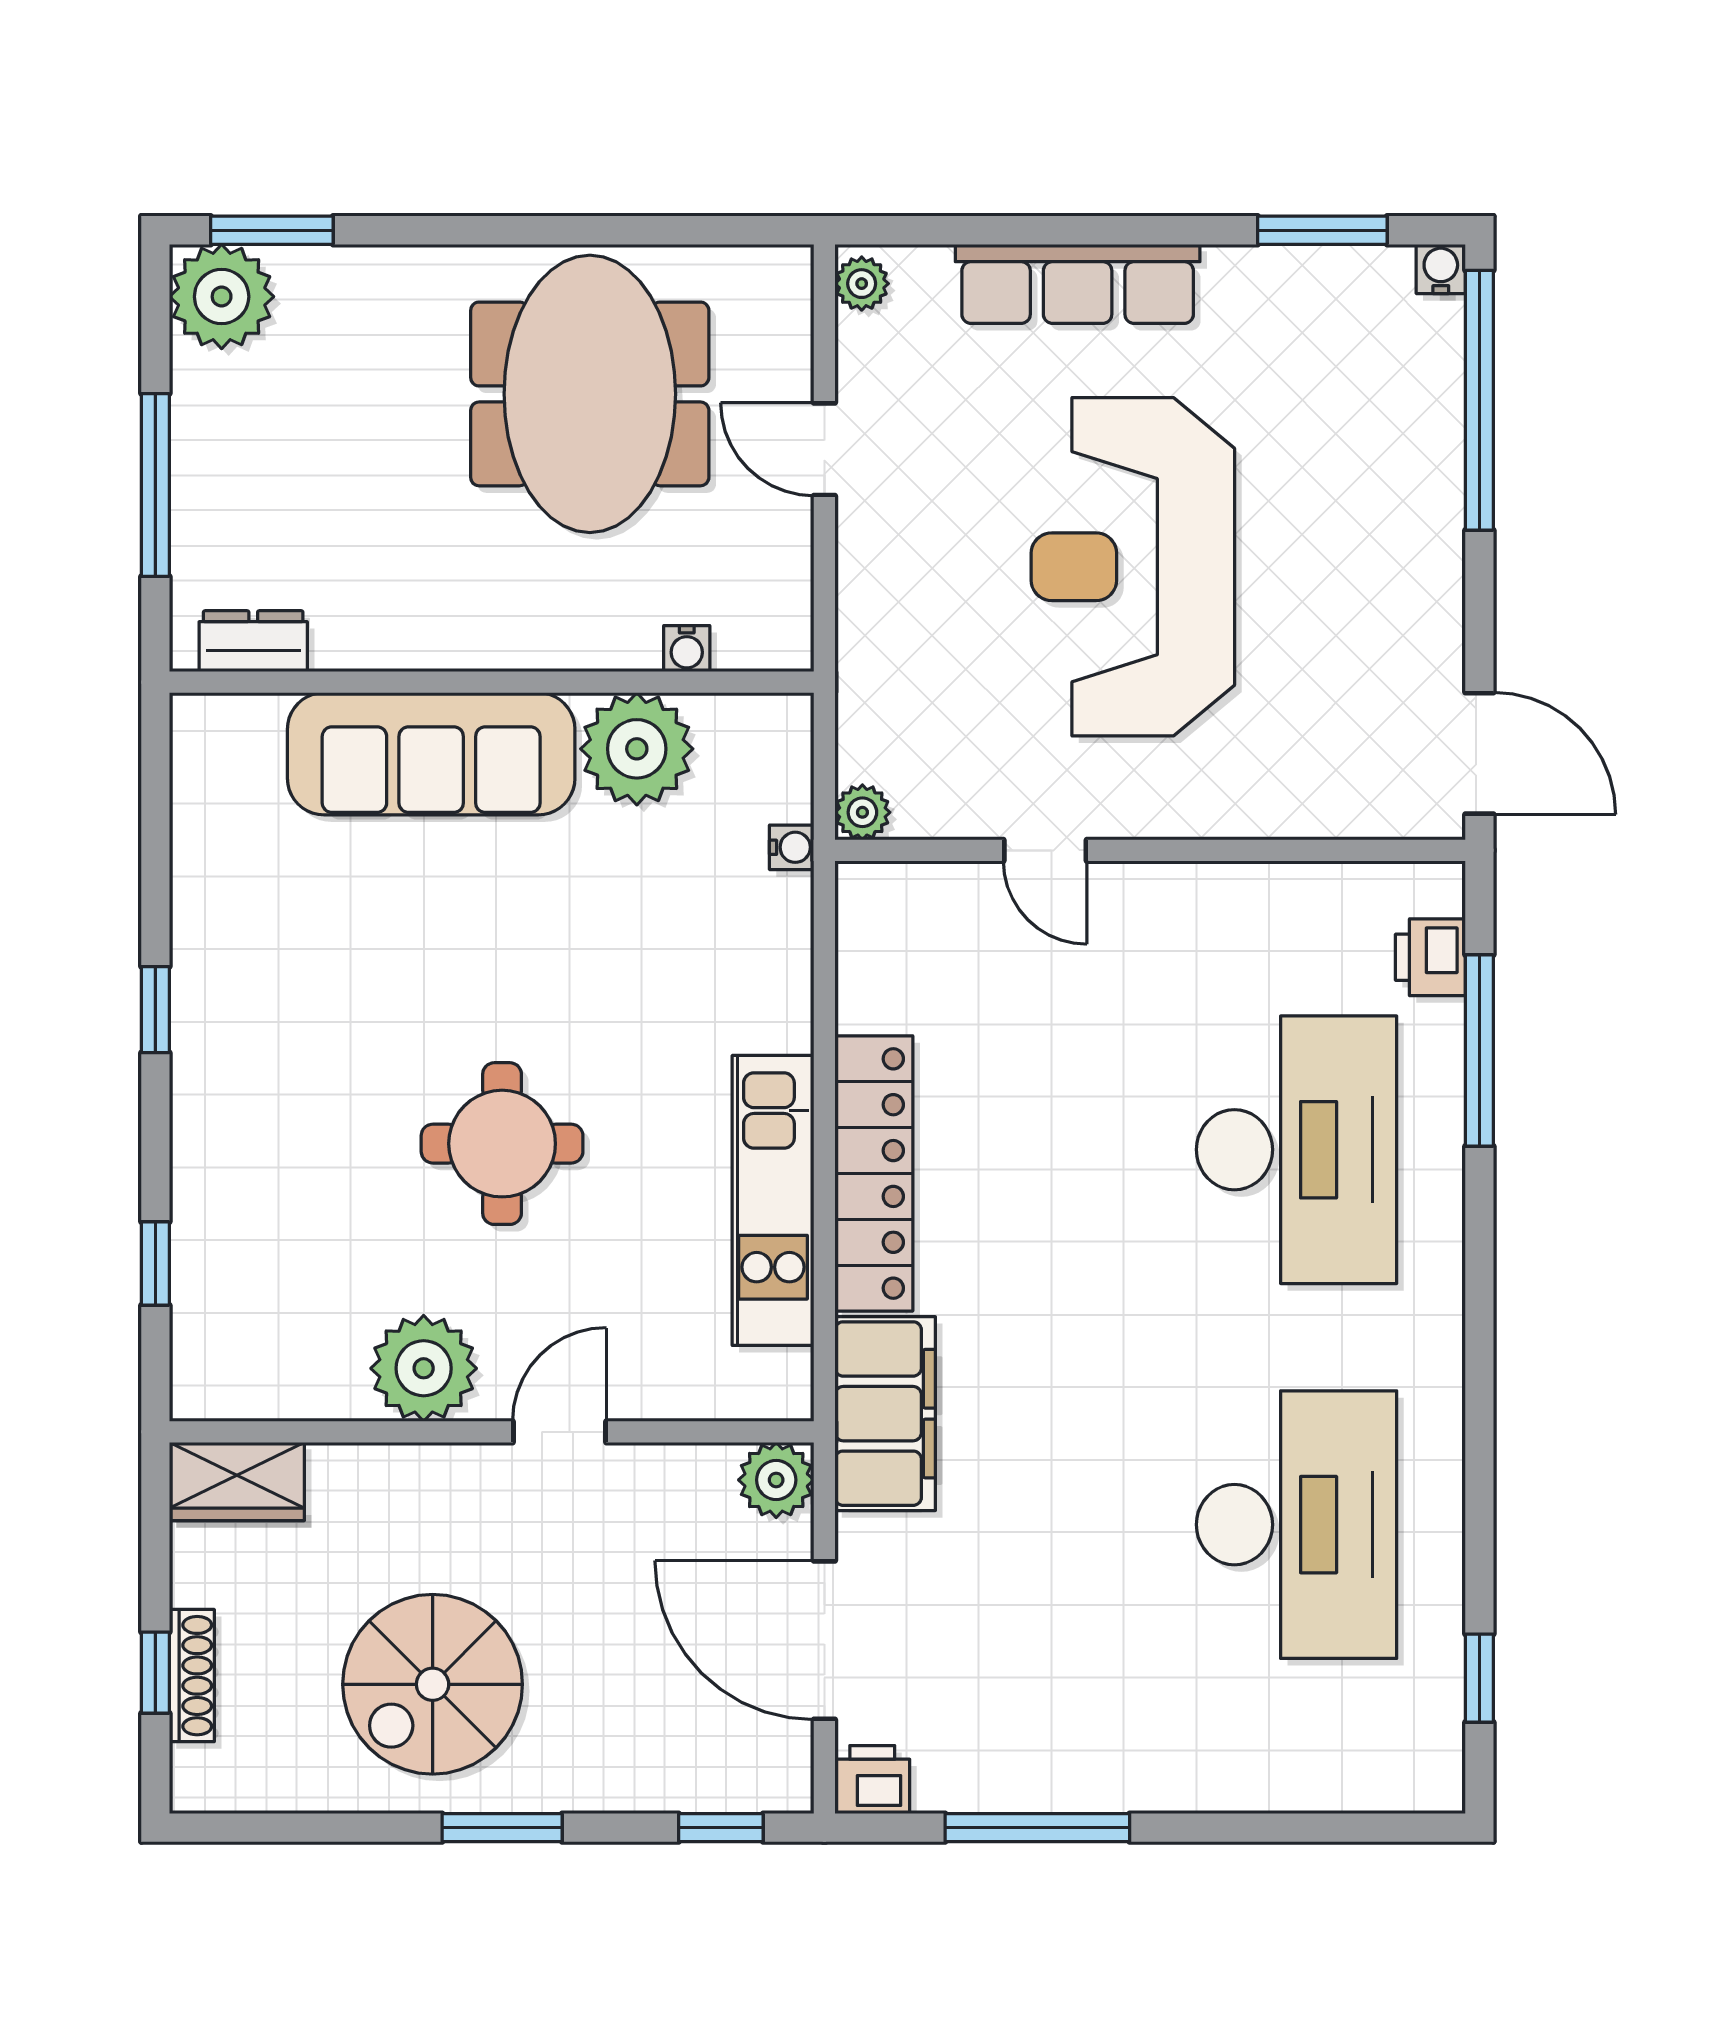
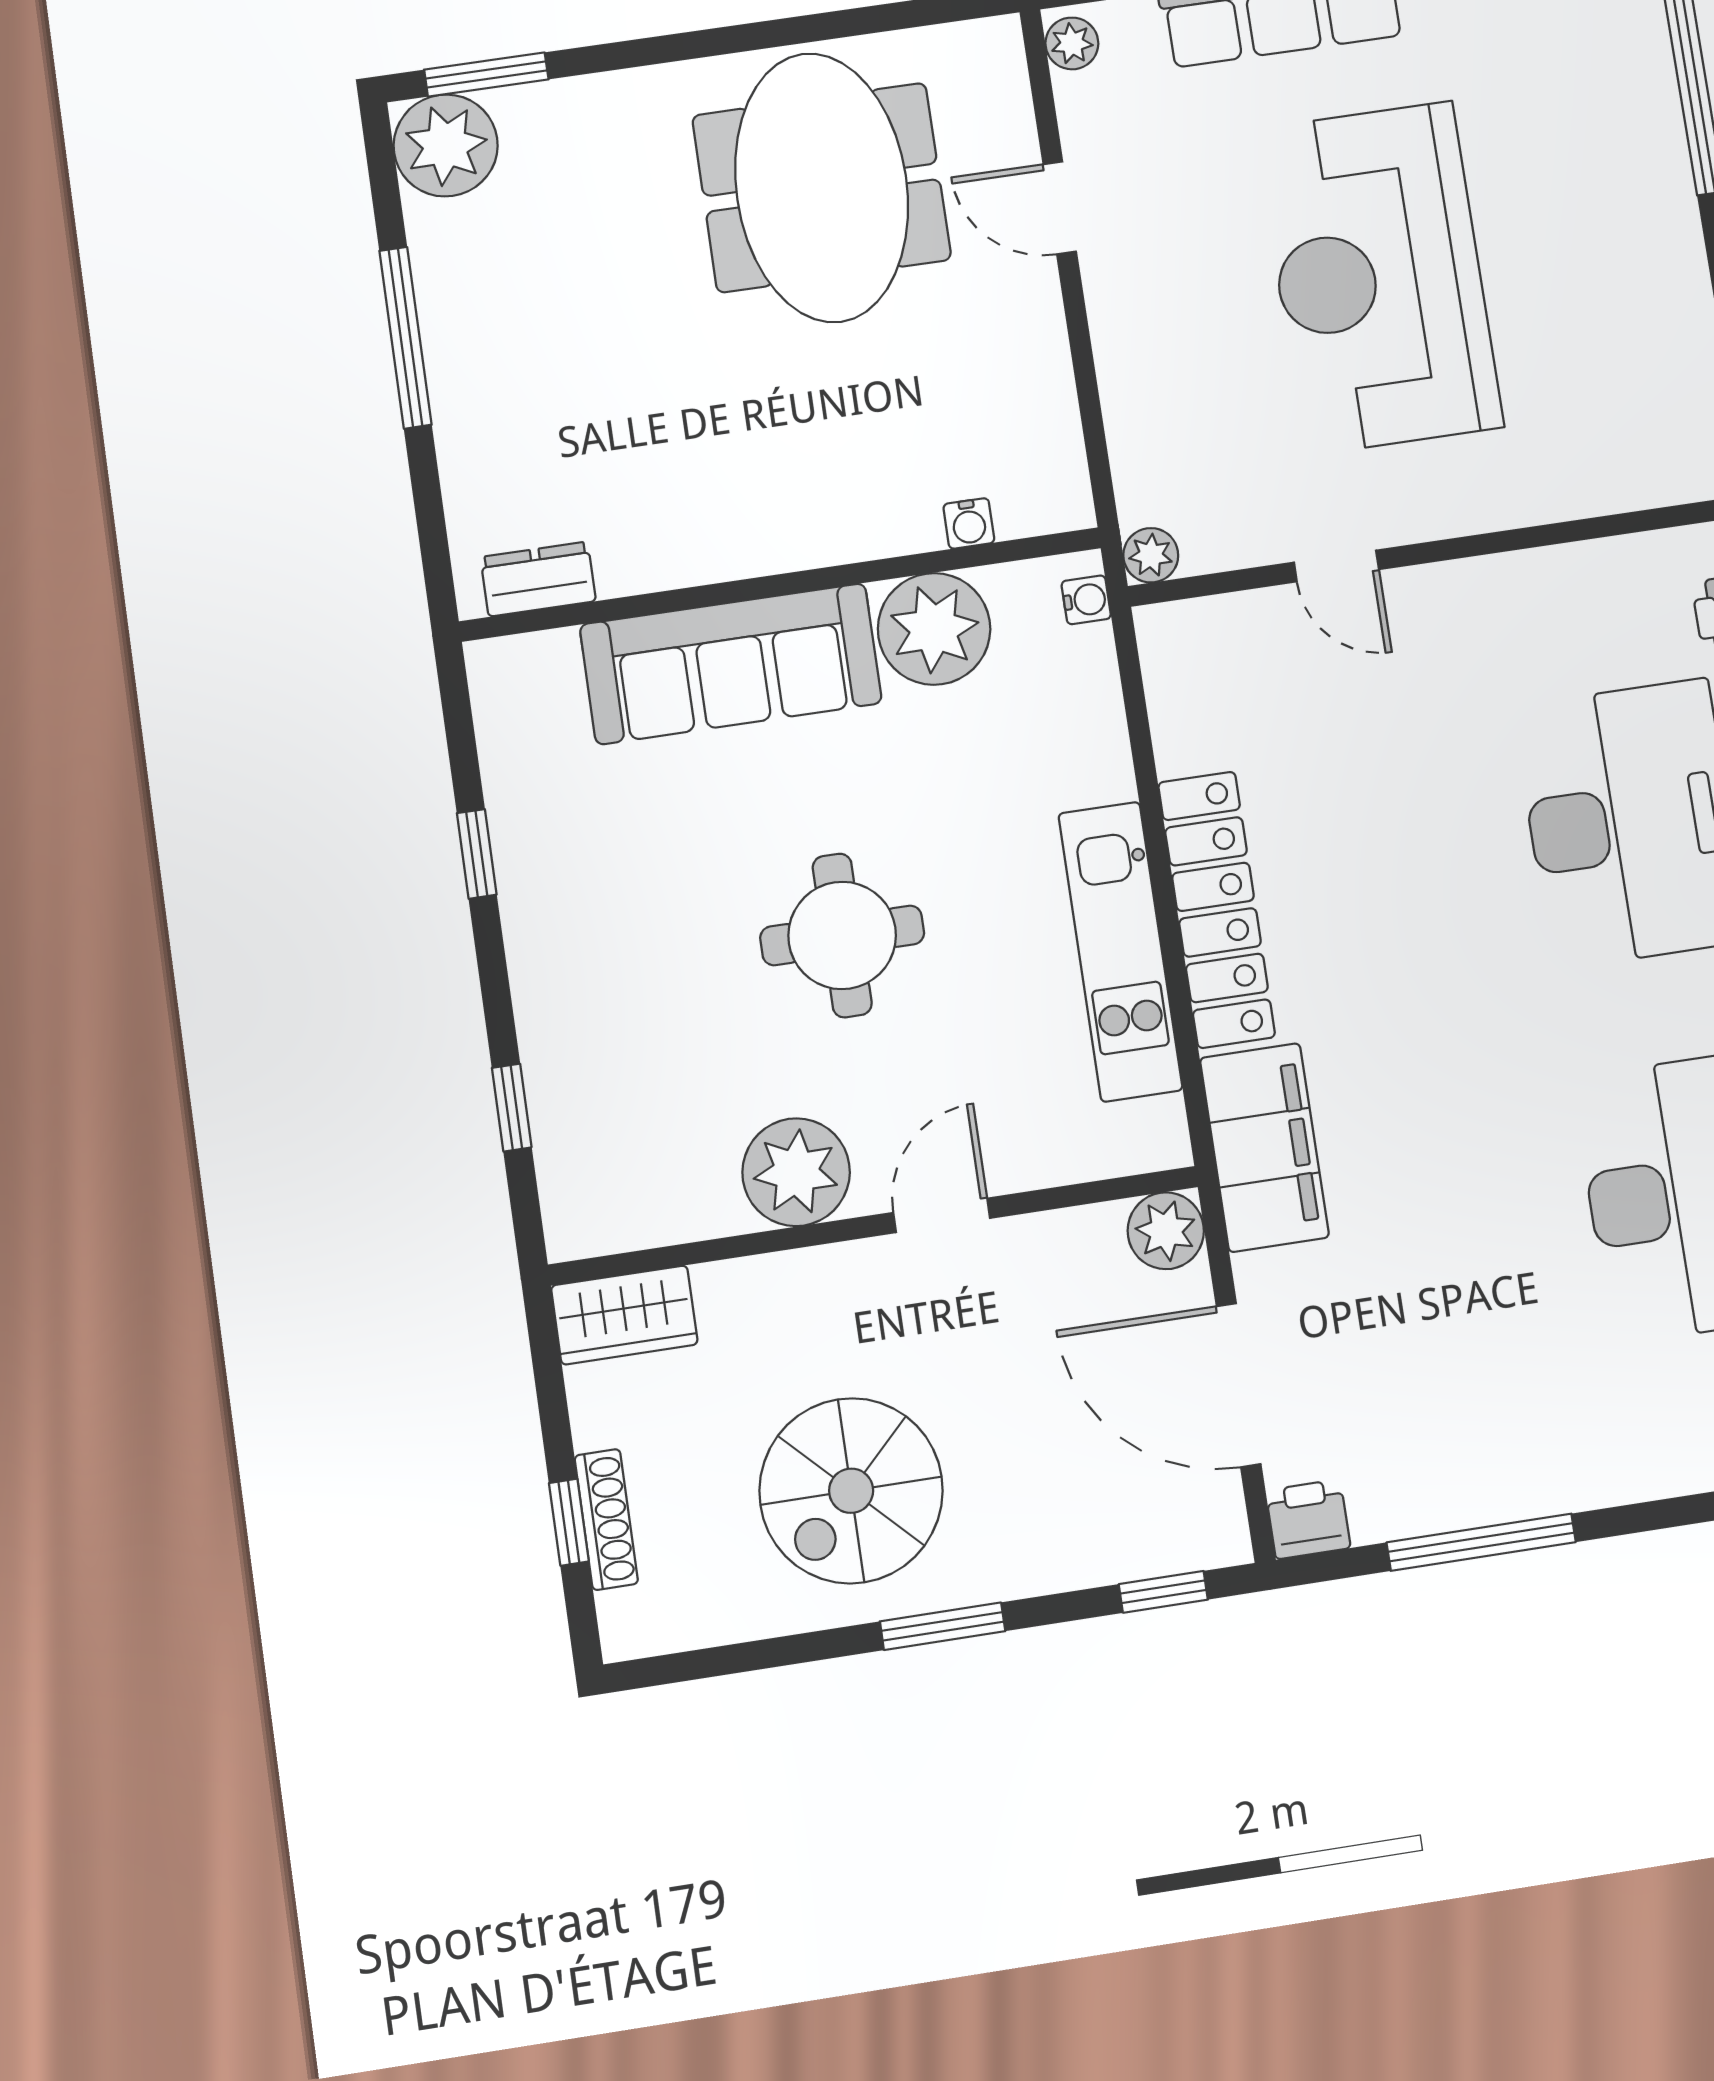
dresser: (253, 641) -> (538, 579), moved
water cooler: (687, 649) -> (969, 523), moved
wall: (492, 682) -> (781, 585), moved
plant: (637, 749) -> (934, 629), moved
sofa: (431, 754) -> (731, 664), moved

